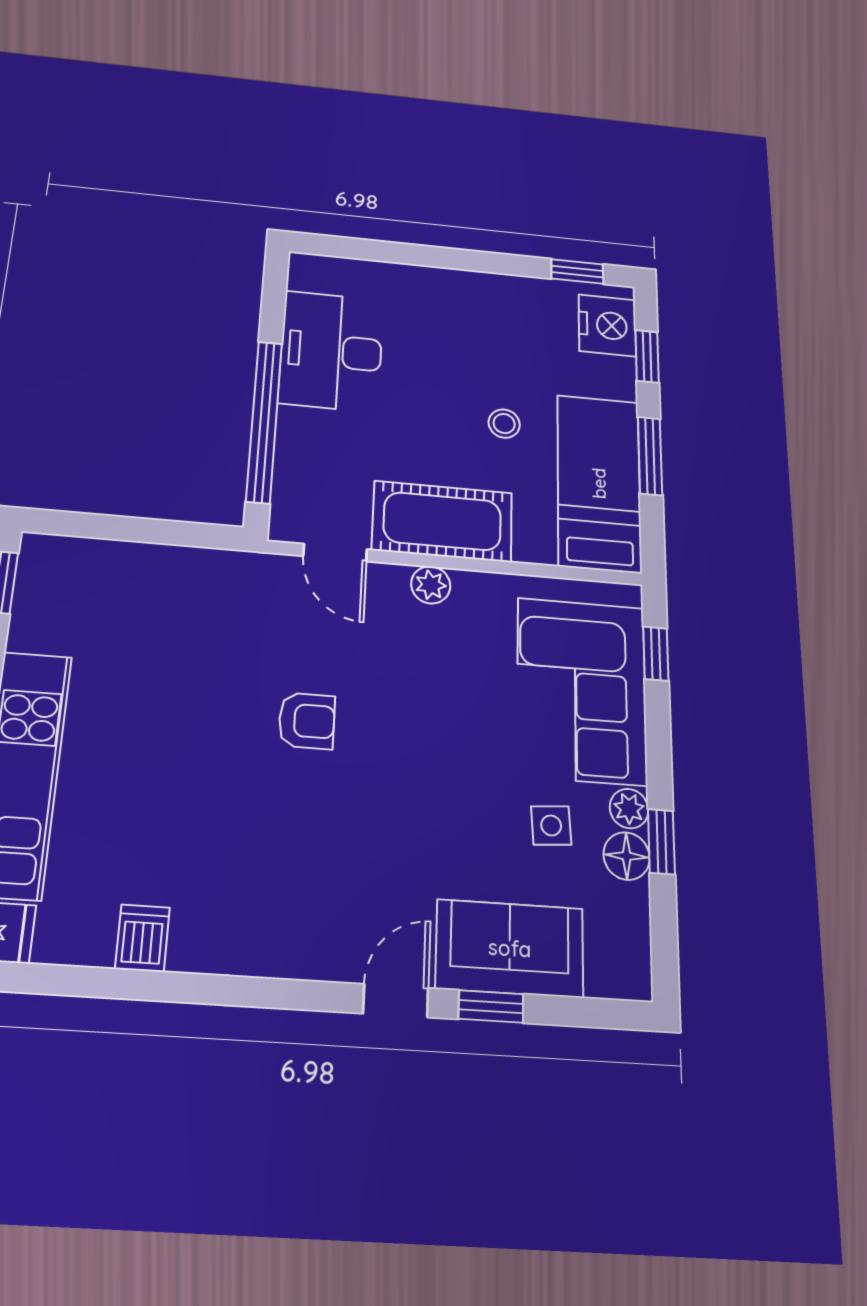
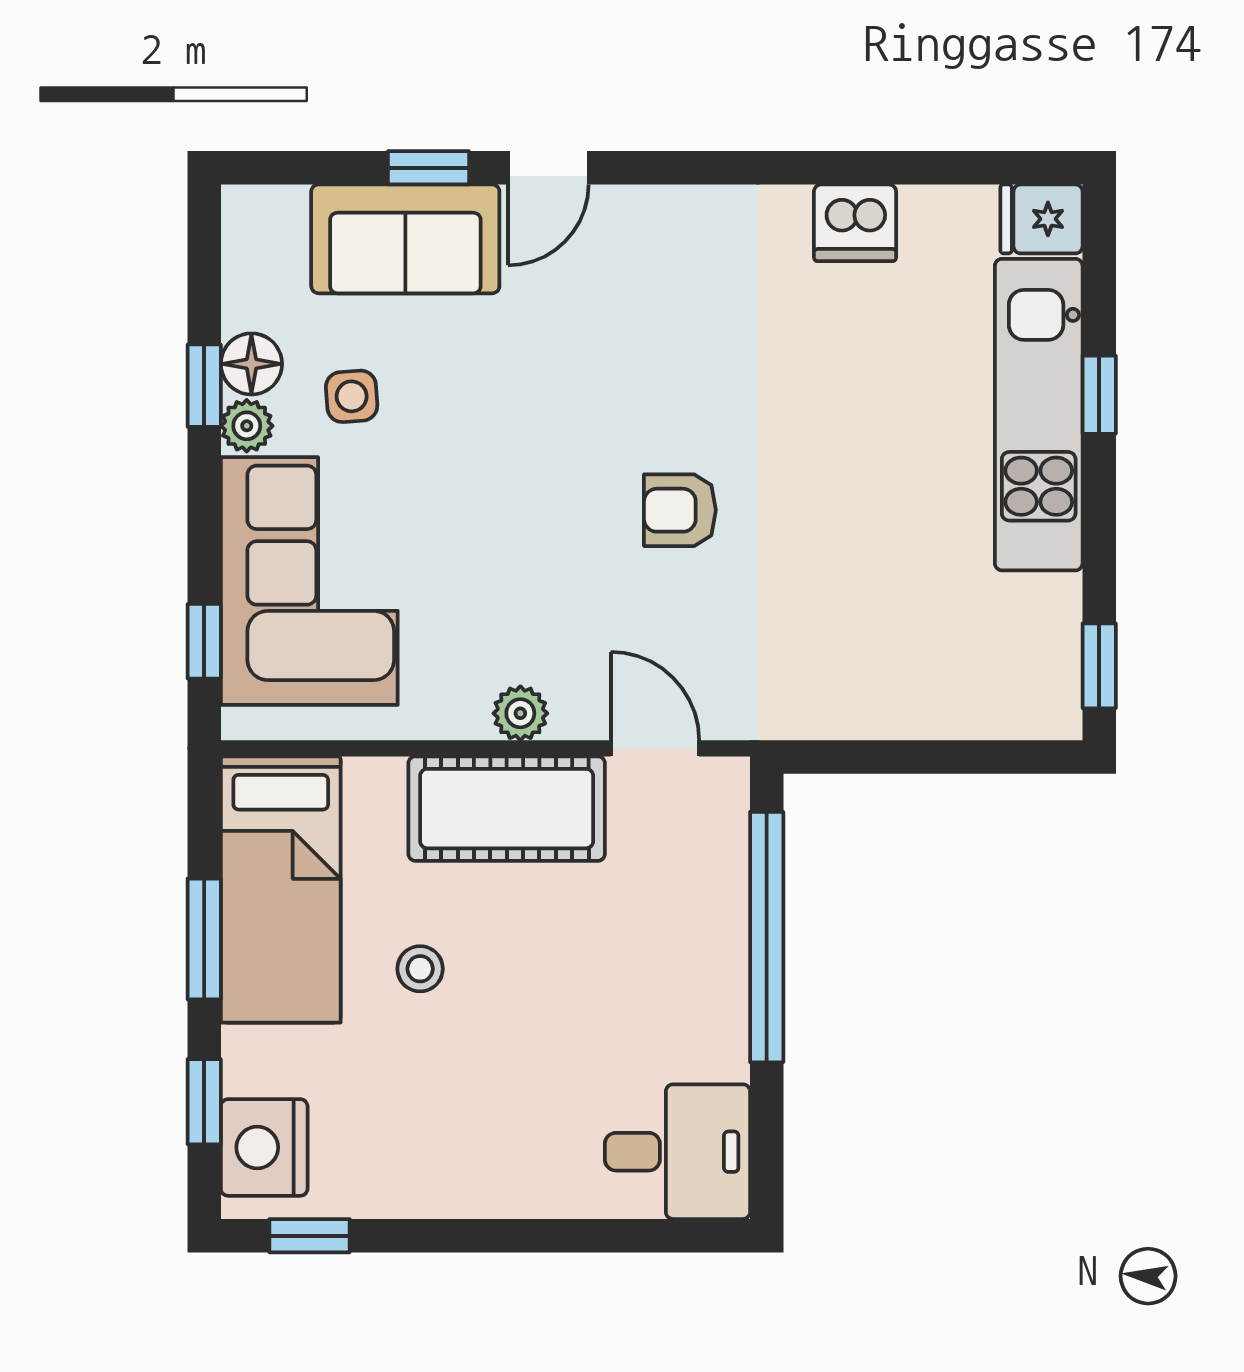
desk: (331, 351) -> (677, 1152), moved, width x0.73
dishwasher: (142, 938) -> (855, 223), width x1.38

